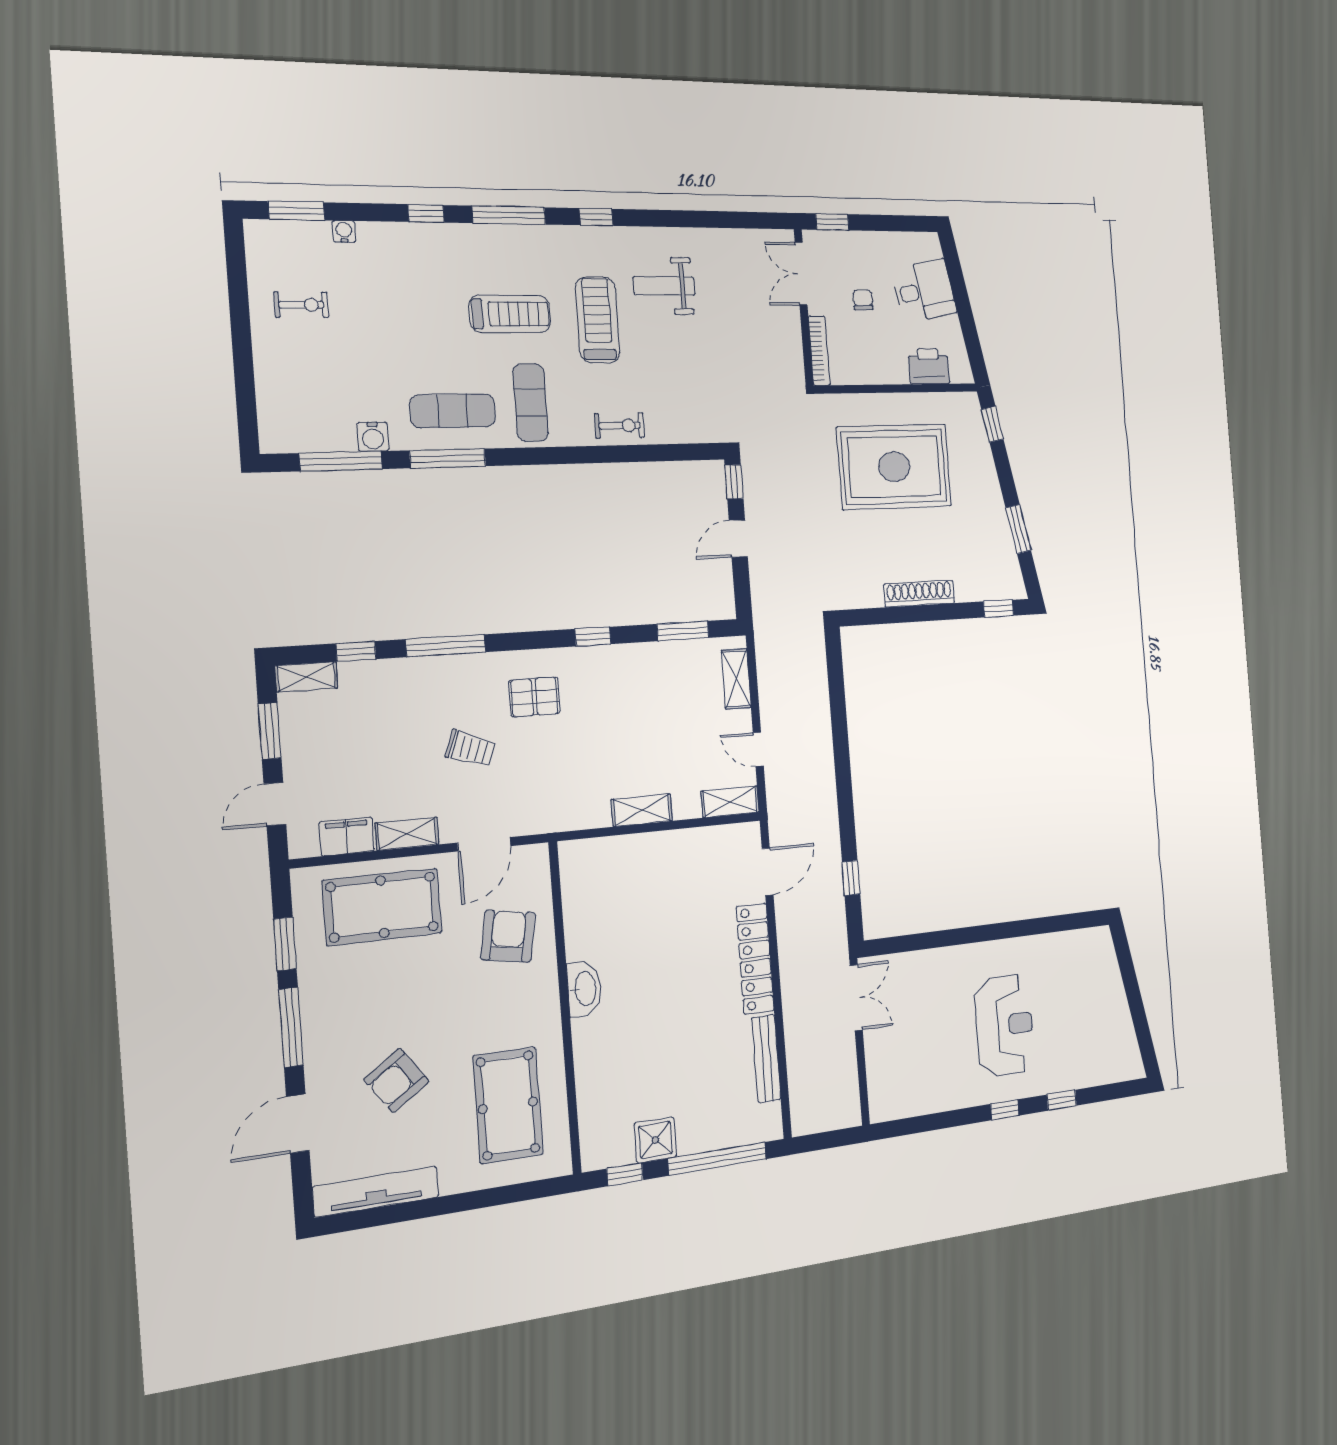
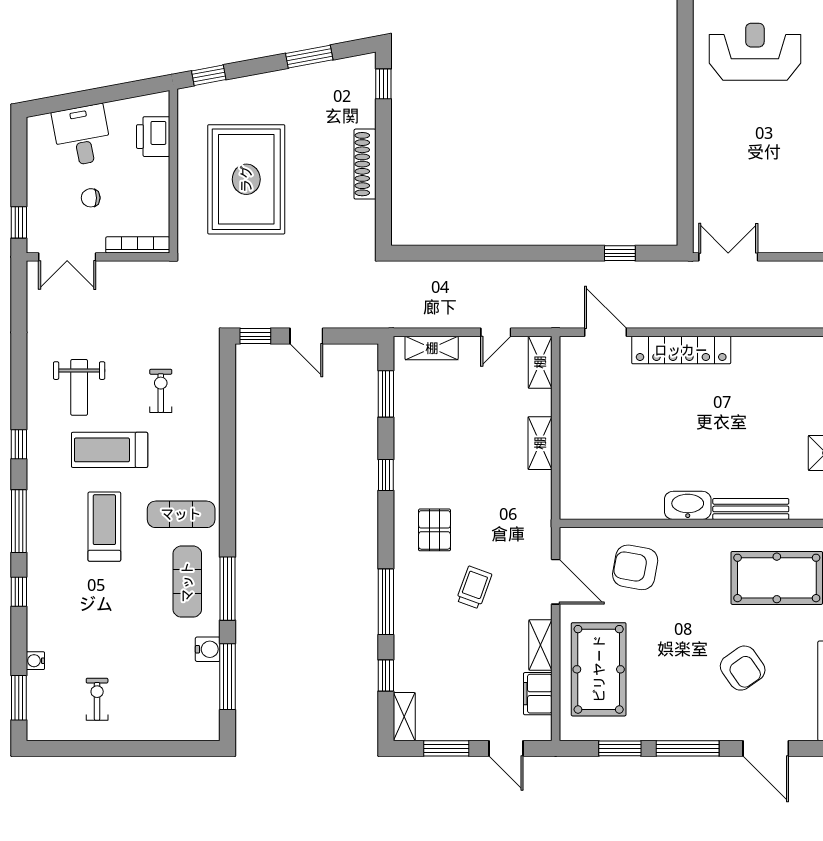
exercise bike: (620, 426) -> (161, 391), moved
reception desk: (1005, 1025) -> (755, 52), moved
bench: (766, 1059) -> (751, 509), moved

